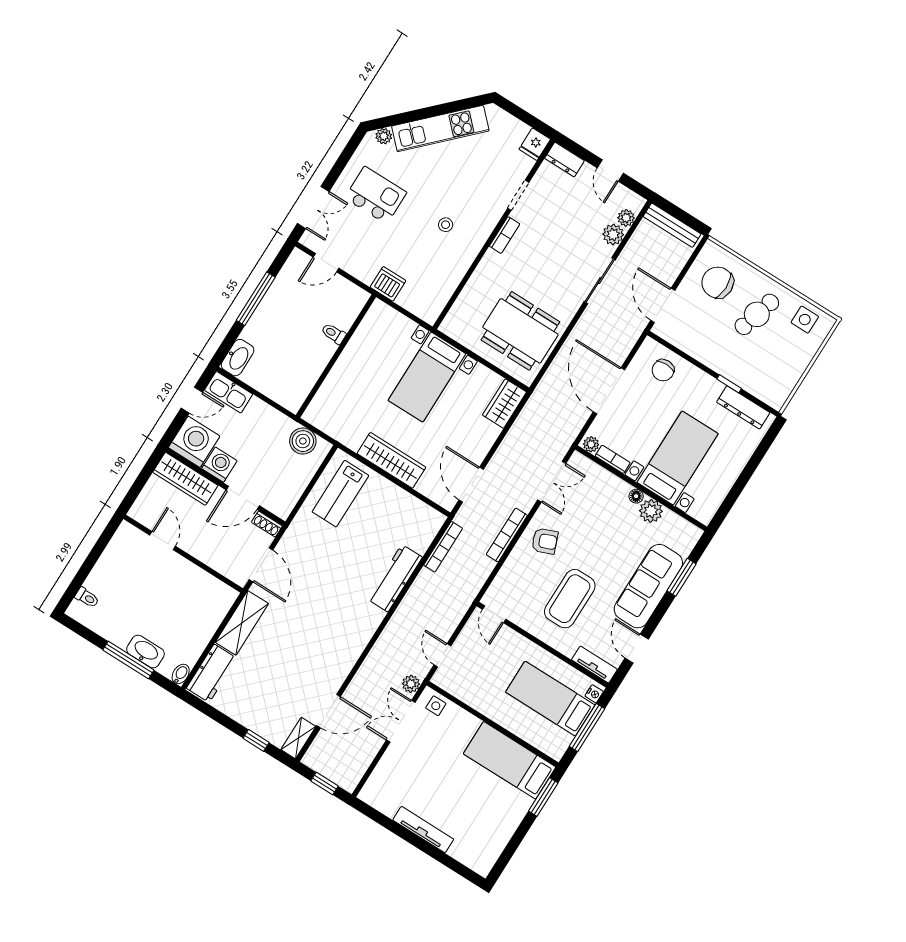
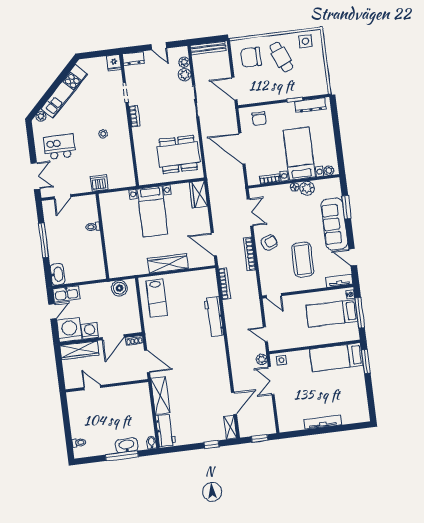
cafe table: (757, 314) -> (281, 57), turned -39
plant: (591, 444) -> (329, 171), moved

